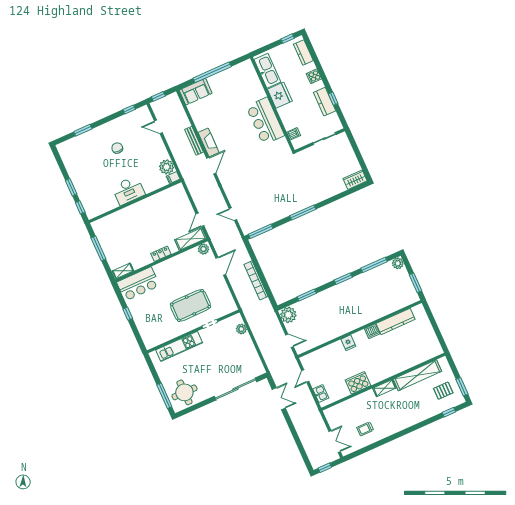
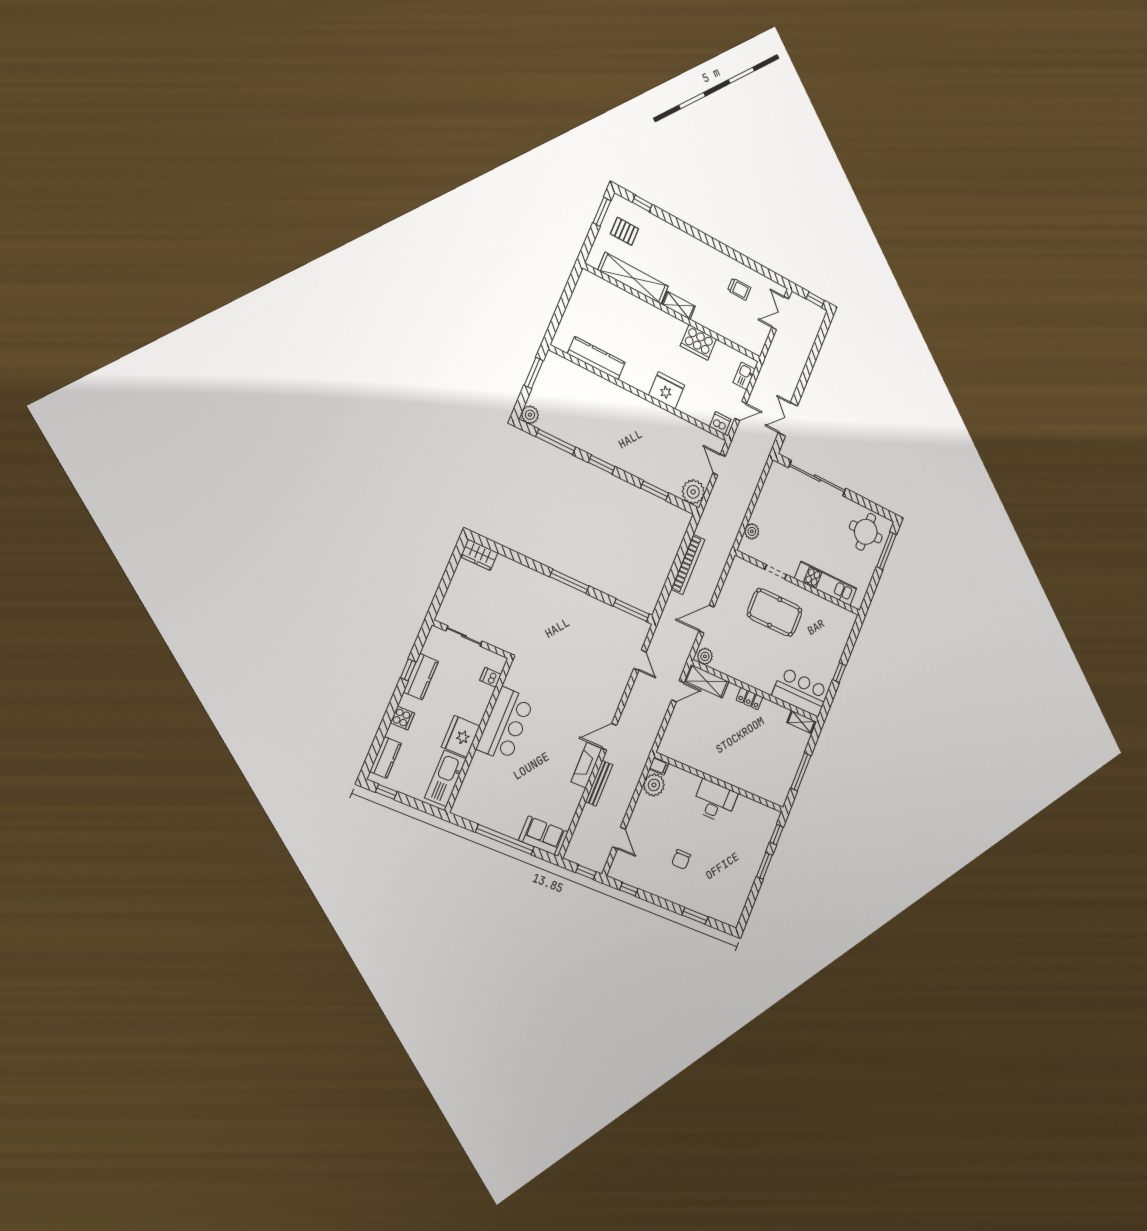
dishwasher: (372, 331) -> (720, 423), moved
fridge: (348, 343) -> (667, 390), width x1.88, depth x1.34

